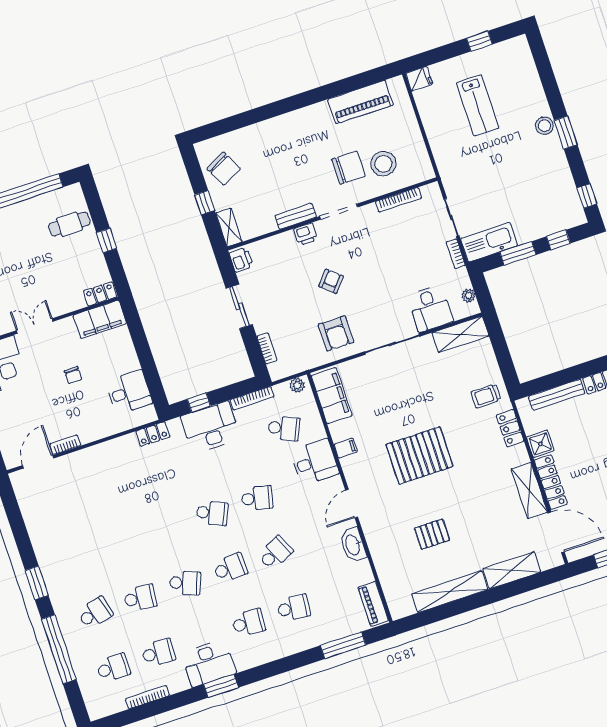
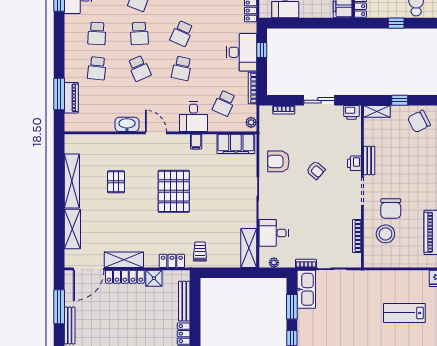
piano: (373, 604) -> (71, 98), moved, turned 90

